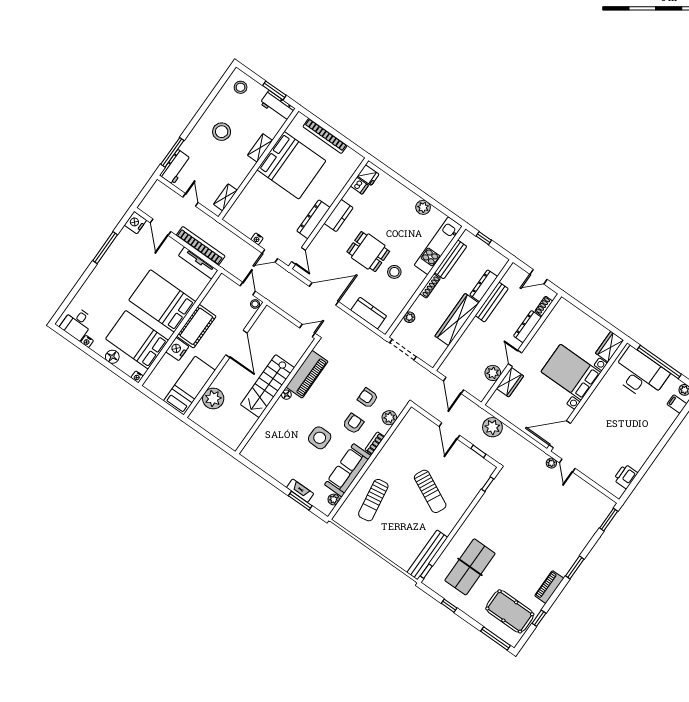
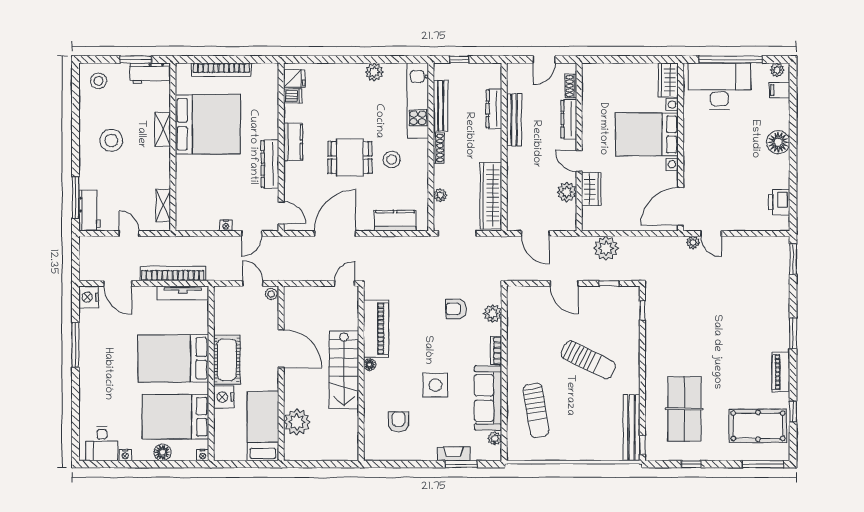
wardrobe: (457, 320) -> (491, 195), moved
armchair: (353, 424) -> (399, 422), moved
floor lamp: (652, 437) -> (778, 142), added

